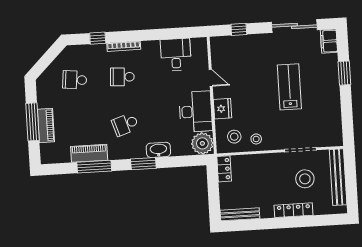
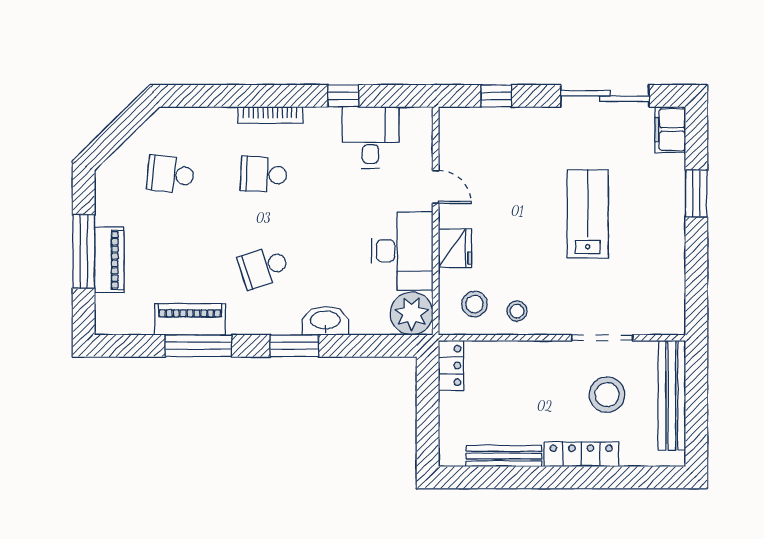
window: (98, 38) -> (343, 96), moved
bench: (240, 214) -> (504, 456), moved

